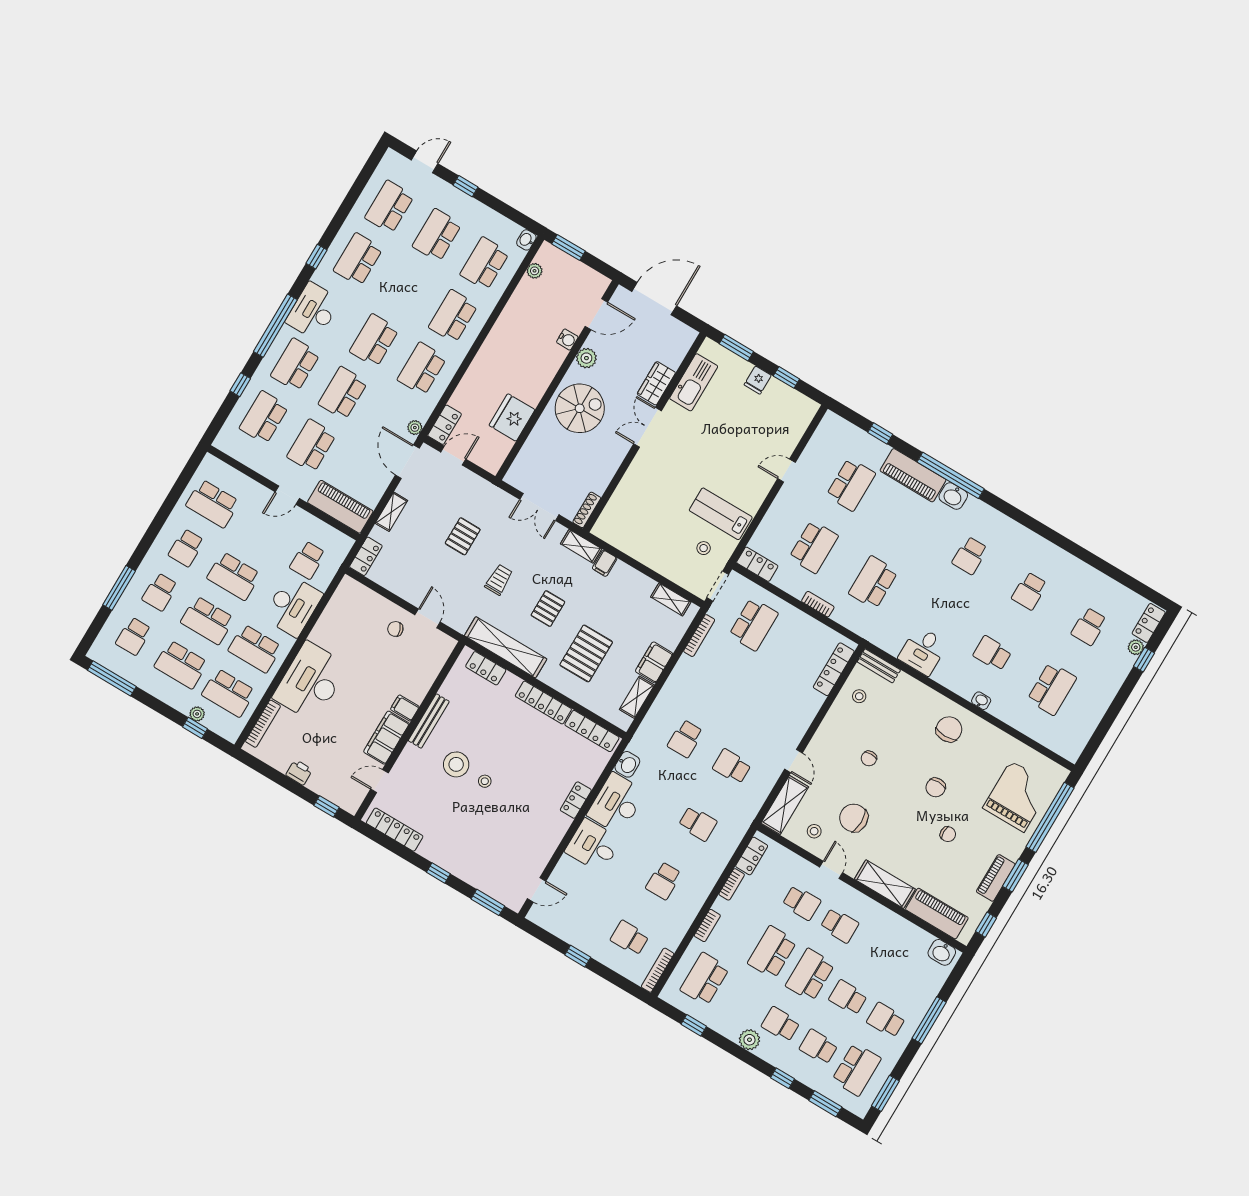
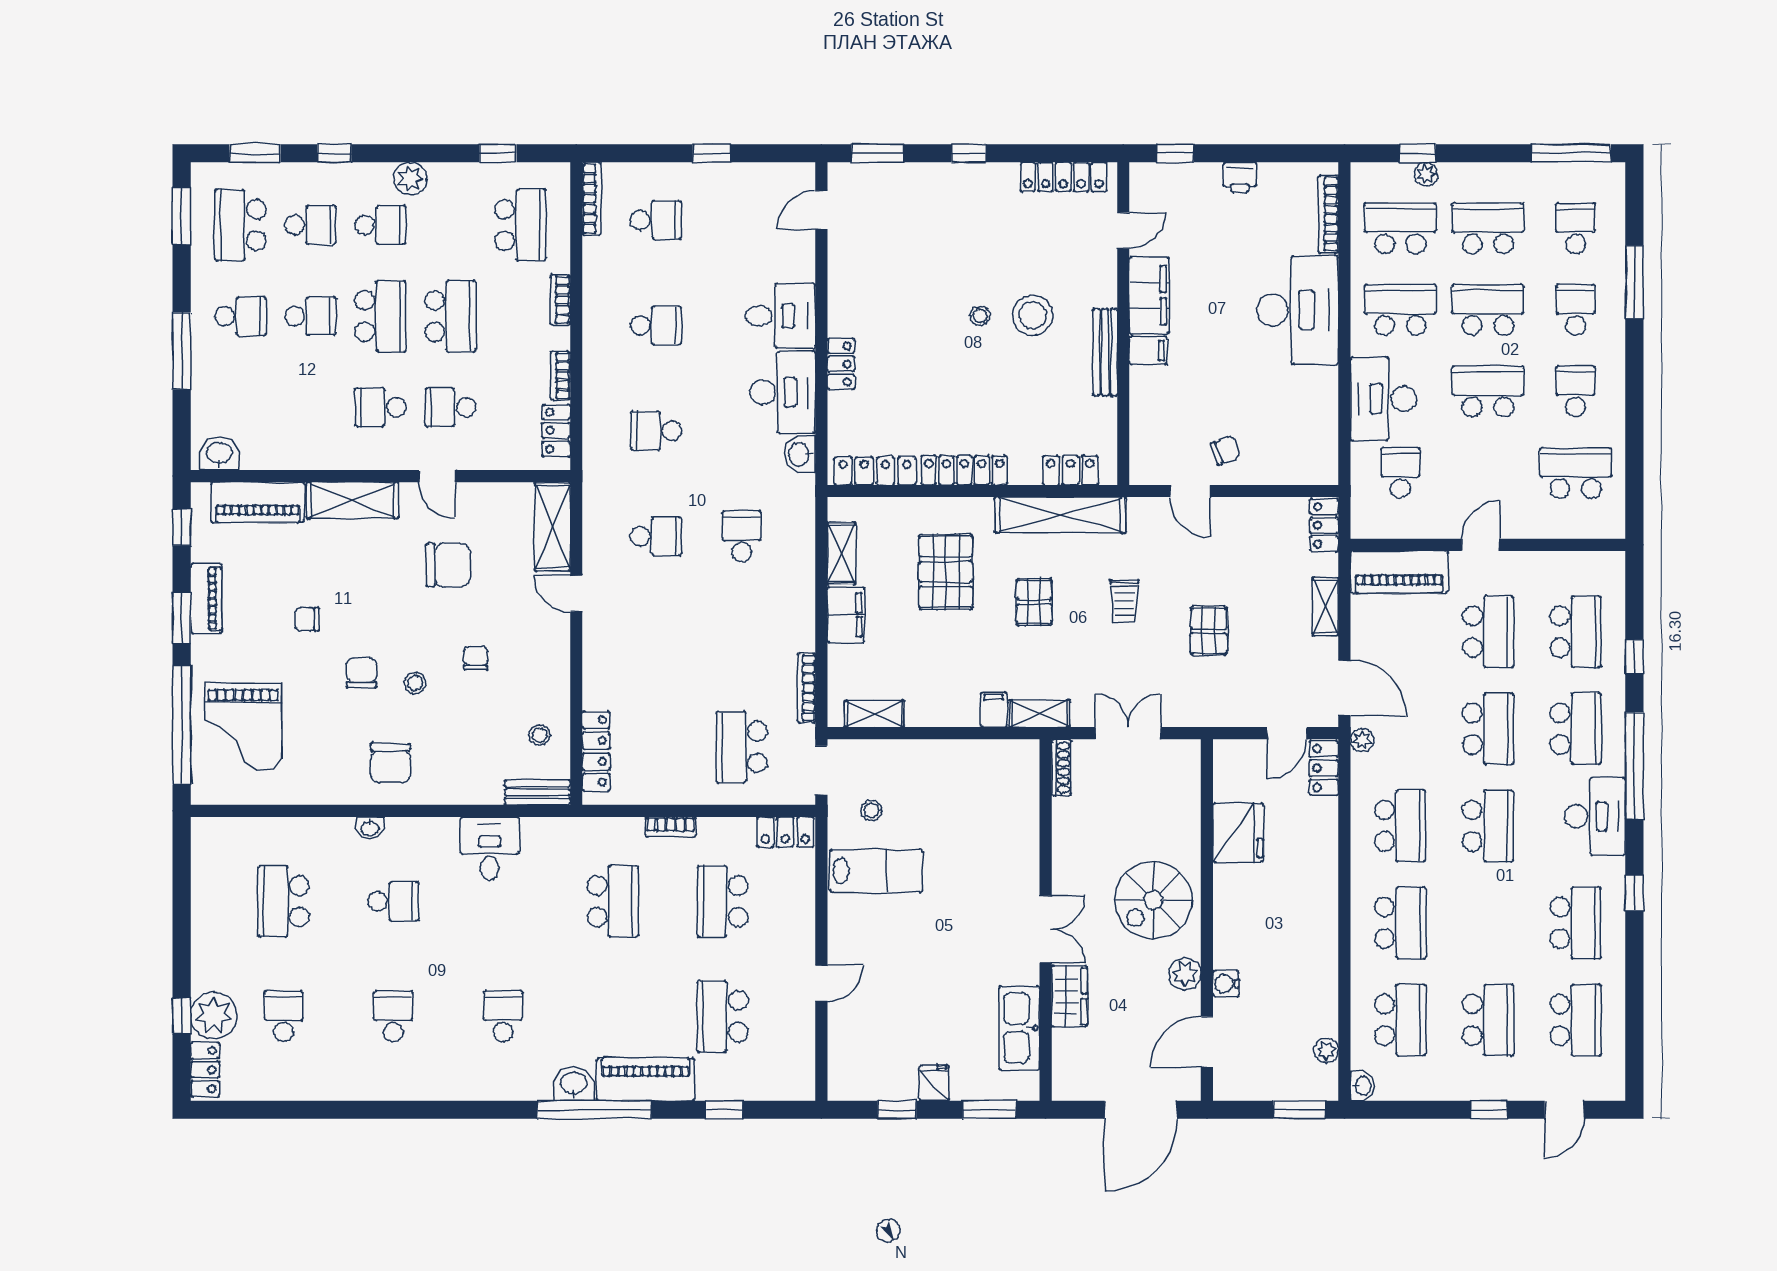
plant: (1136, 647) -> (214, 1015), width x1.87, depth x1.87
stool: (814, 831) -> (415, 683), moved
school desk: (664, 881) -> (656, 325), turned 90

